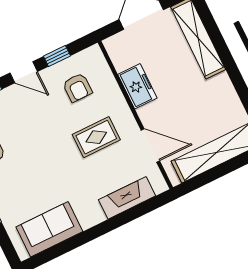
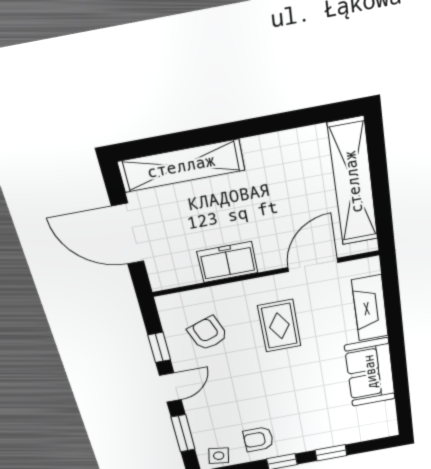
armchair: (77, 87) -> (208, 333), turned -110
sofa: (49, 229) -> (370, 372), moved

